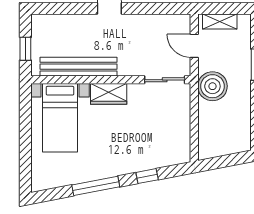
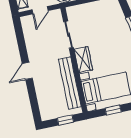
sliding door: (165, 80) -> (69, 35), moved
window: (25, 122) -> (113, 110), added

